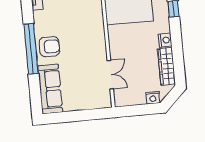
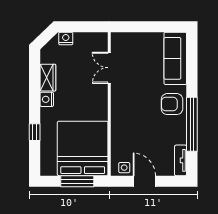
window: (31, 49) -> (192, 124), moved
wardrobe: (167, 66) -> (48, 78), width x0.67

